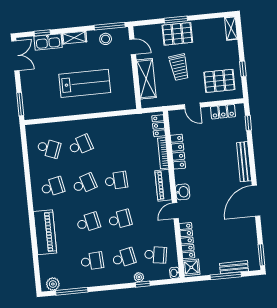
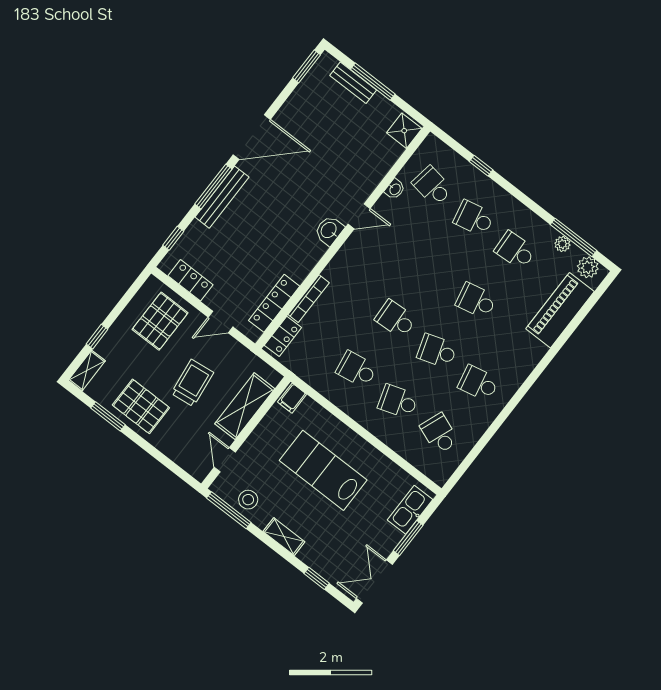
window: (176, 20) -> (108, 416), moved
pallet: (177, 34) -> (141, 406), moved
kitchen sink: (48, 42) -> (410, 510), moved, turned -90
window: (243, 69) -> (97, 337), moved
pallet: (219, 81) -> (160, 321), turned 90
filing cabinet: (129, 102) -> (292, 398), added
window: (20, 104) -> (408, 538), moved
door: (192, 106) -> (220, 322), swing flipped
locker: (178, 152) -> (274, 303), moved
window: (252, 163) -> (213, 187), added
piano: (163, 185) -> (345, 260), removed
school desk: (120, 219) -> (357, 369), moved
piano: (45, 232) -> (560, 310), moved
locker: (187, 241) -> (379, 168), removed
washbasin: (175, 273) -> (395, 189), moved
plant: (139, 277) -> (562, 244), moved

